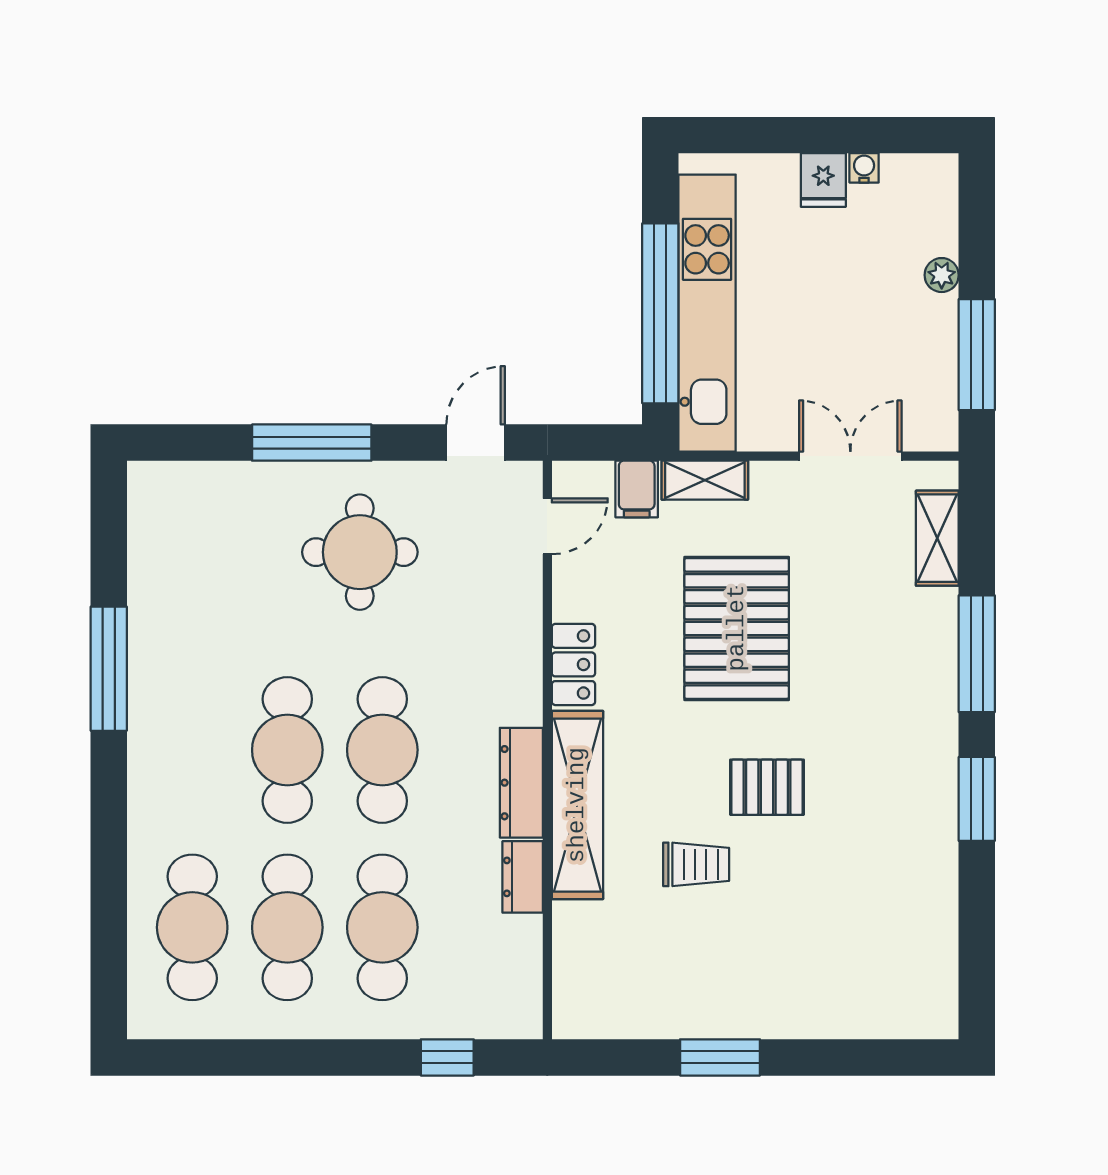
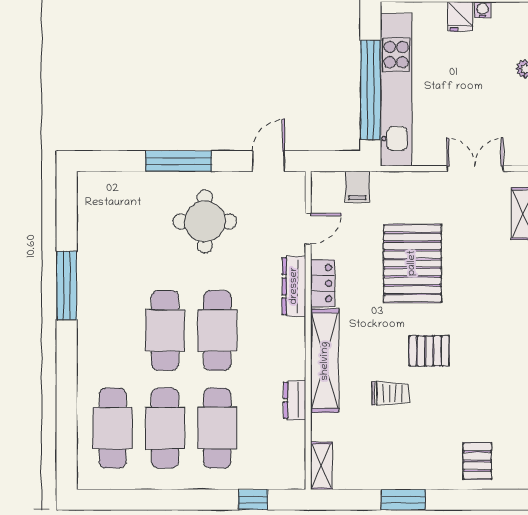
shelving: (705, 480) -> (321, 466), moved, turned 90
door: (547, 526) -> (308, 229), moved
dresser: (521, 783) -> (294, 286), moved
pallet: (854, 987) -> (477, 461), added

